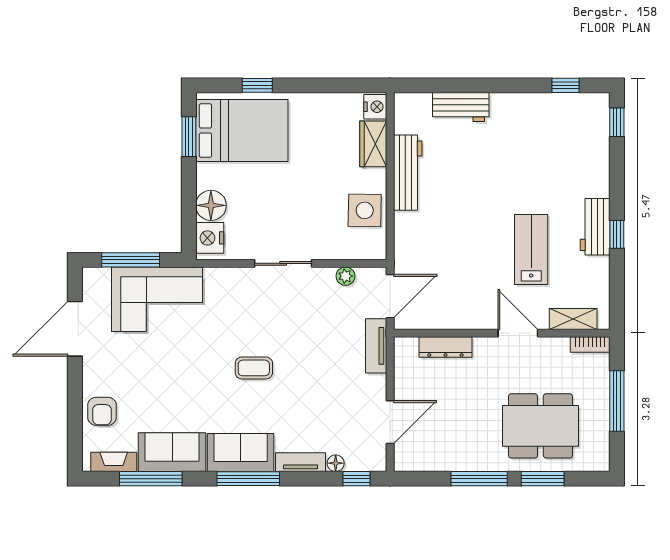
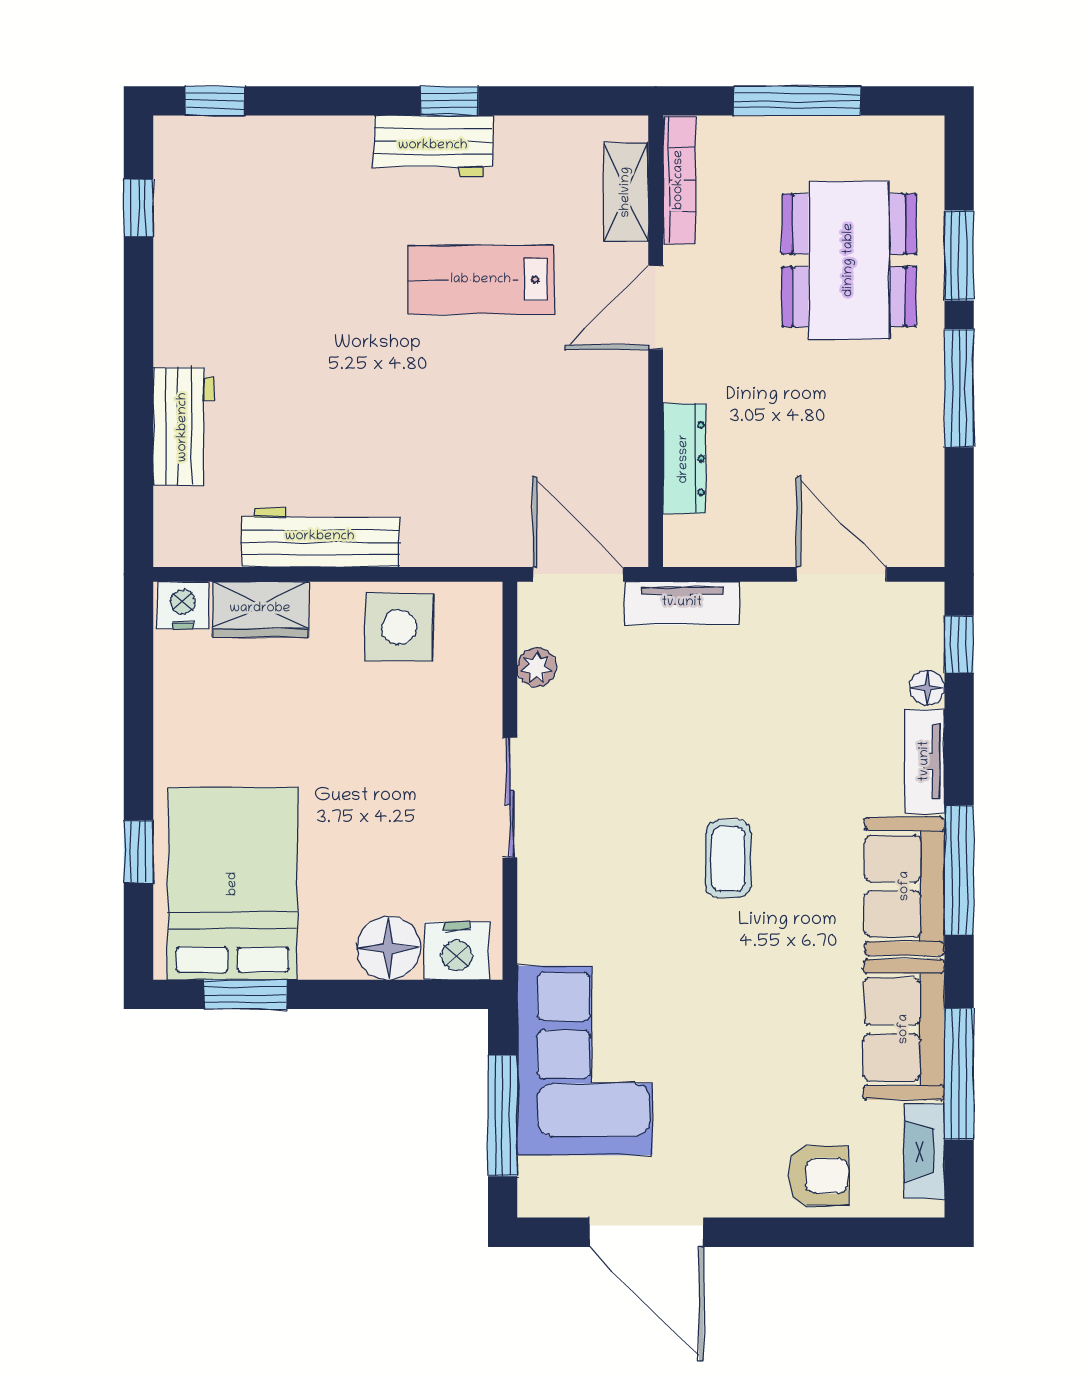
bookcase: (590, 345) -> (679, 180), width x1.56

